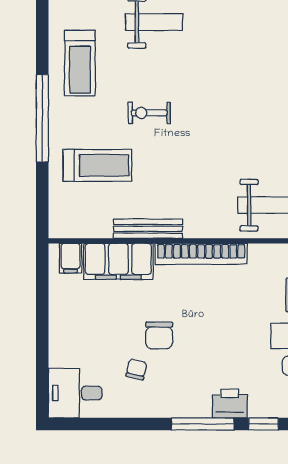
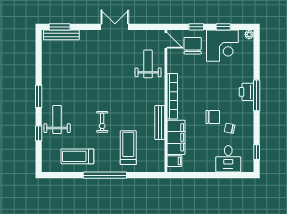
treadmill: (80, 63) -> (77, 156), turned 180
desk: (75, 393) -> (228, 159), moved
printer: (230, 403) -> (247, 92), moved
window: (264, 424) -> (257, 152), moved

